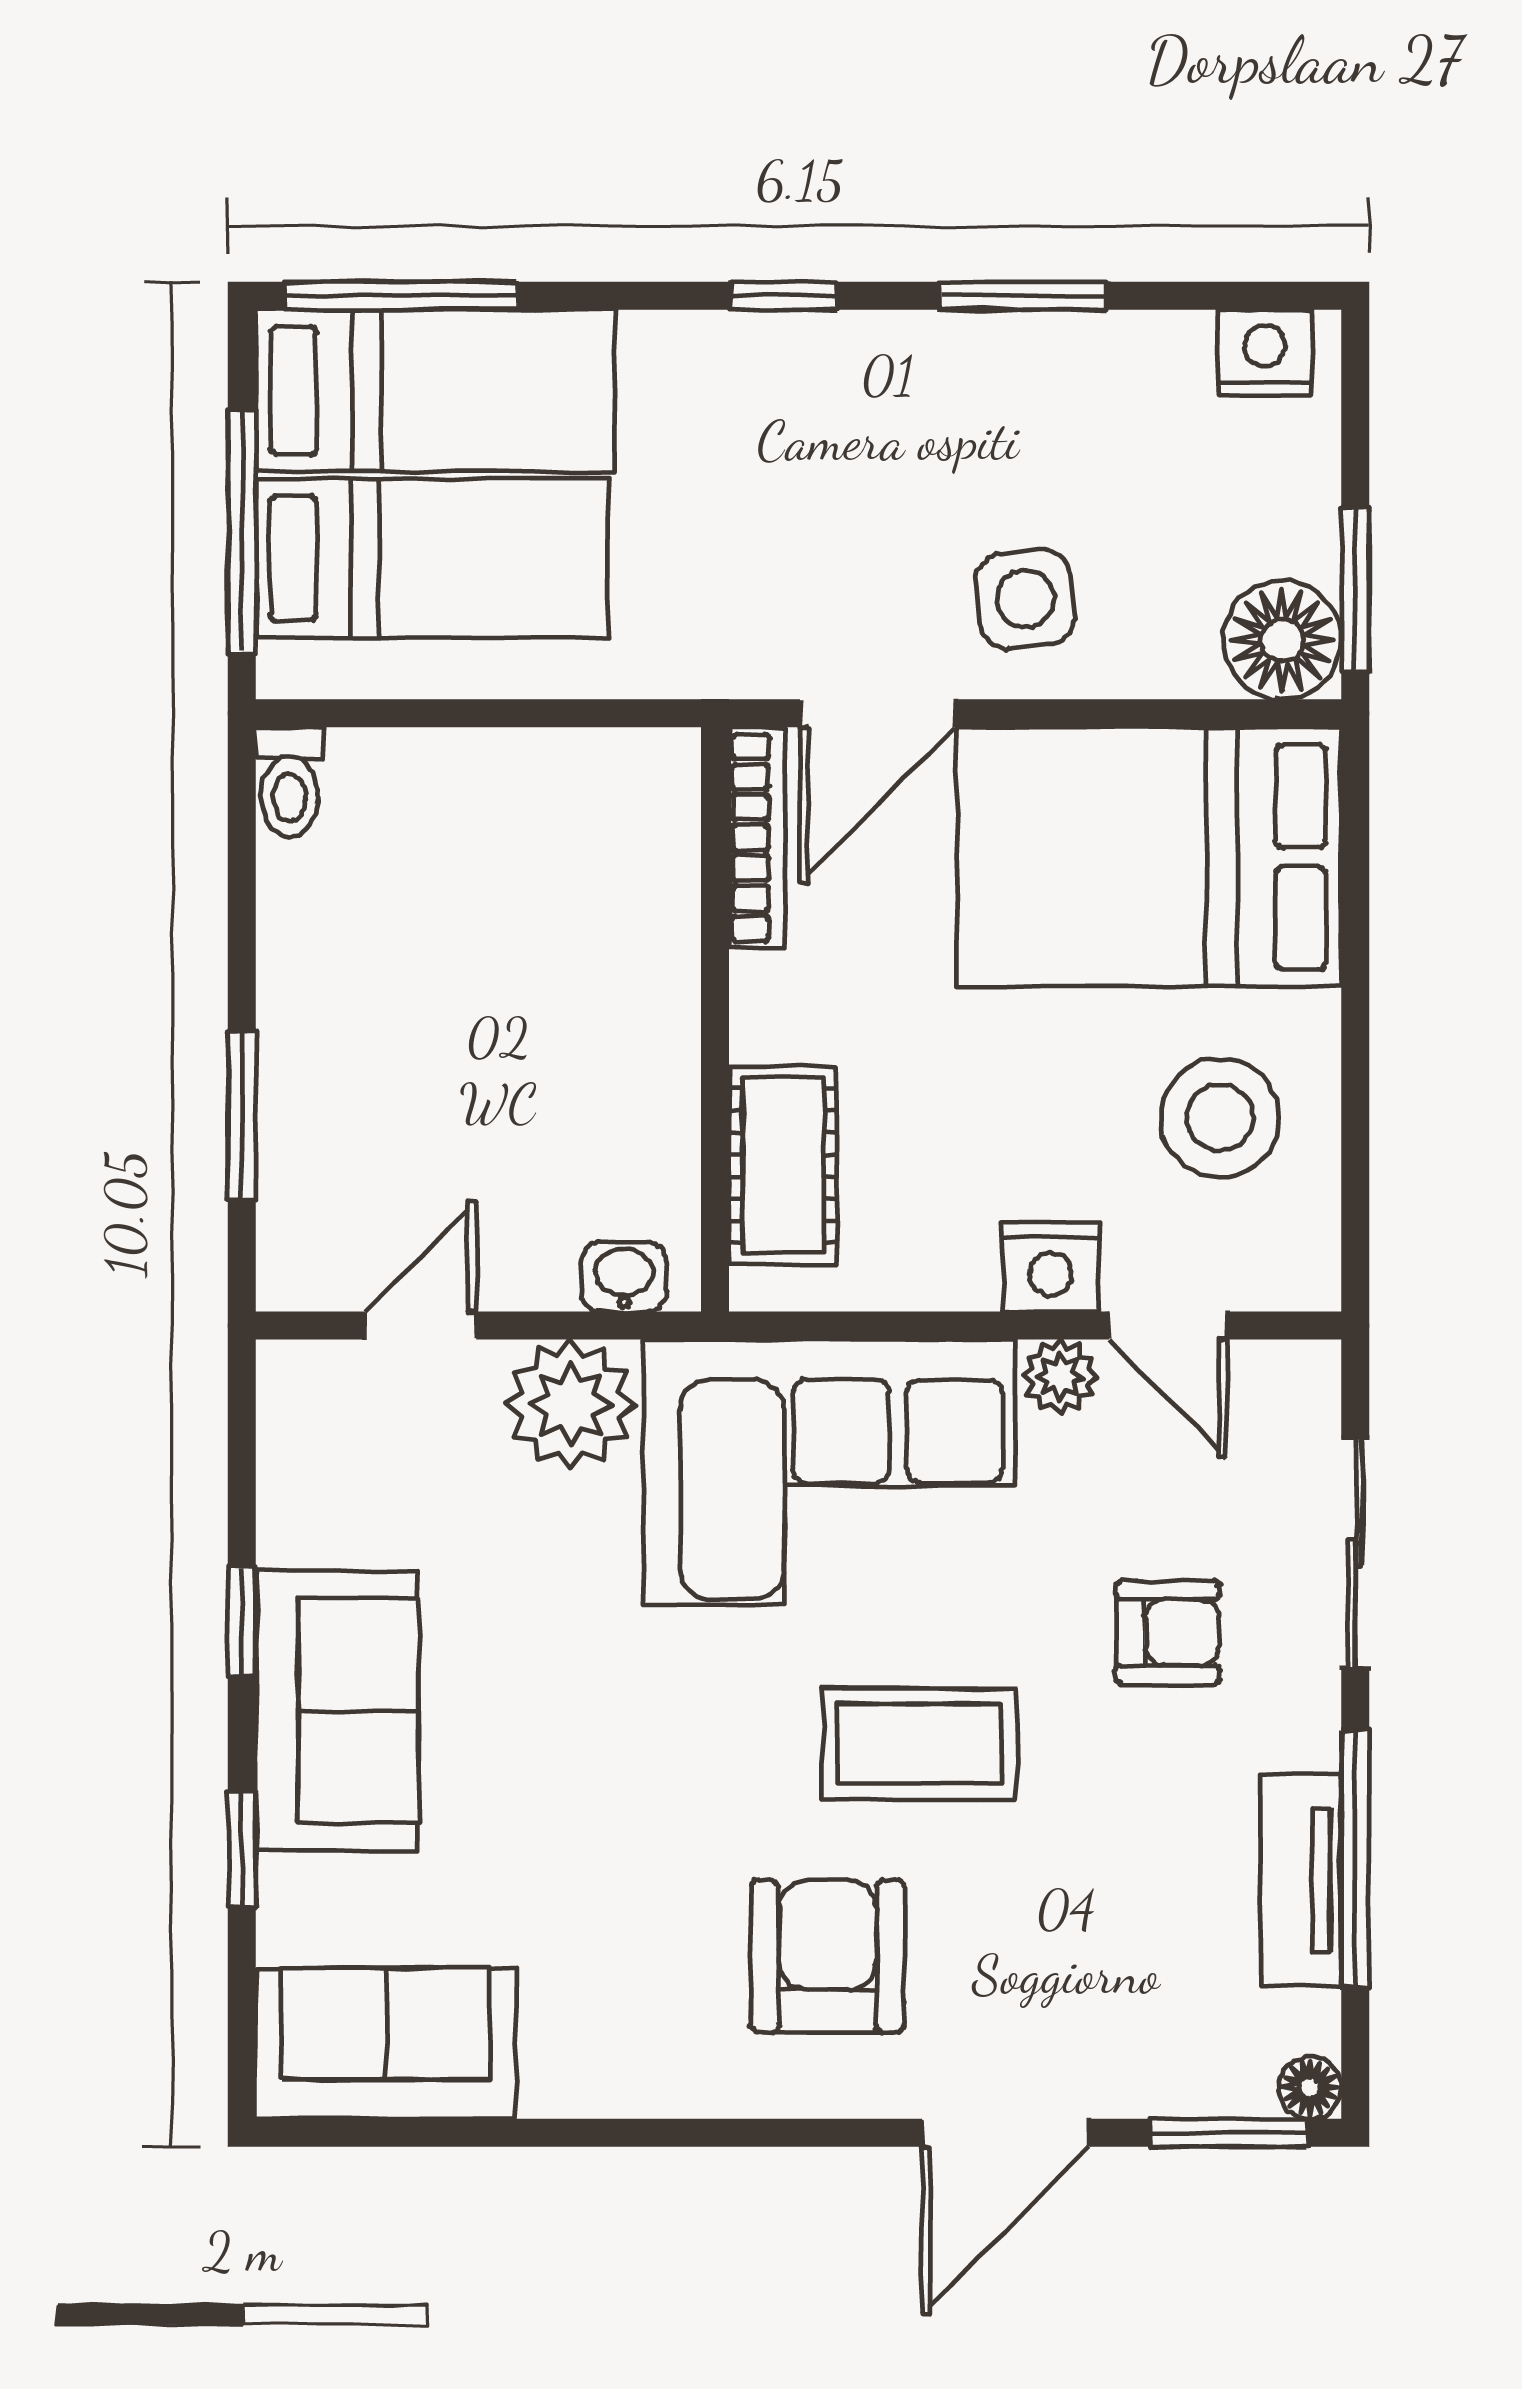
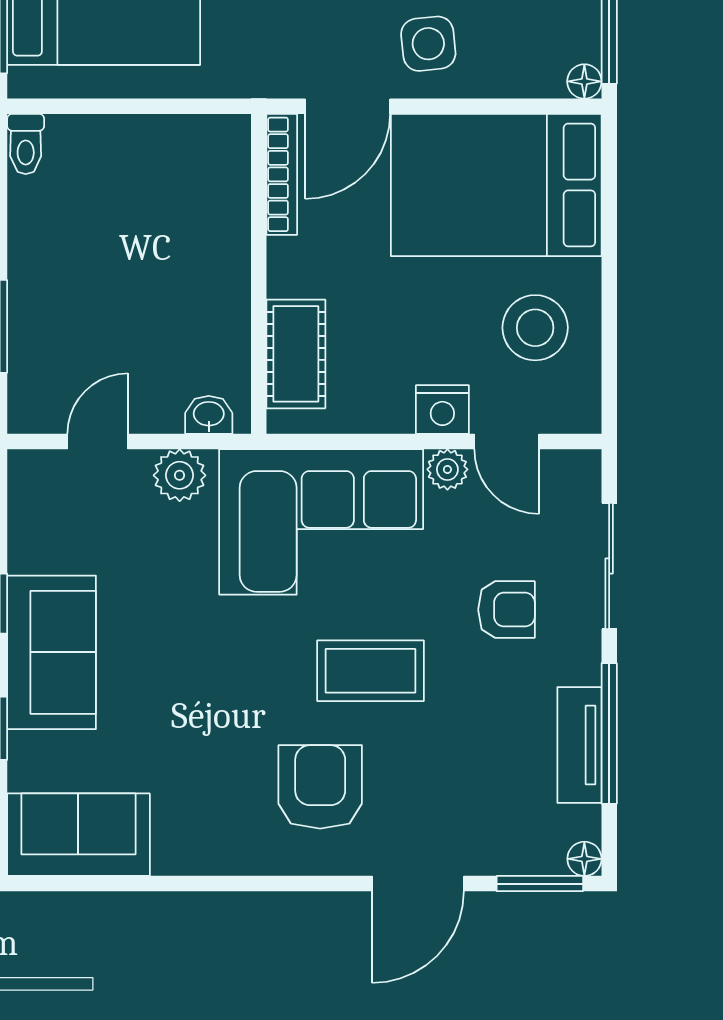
floor lamp: (1282, 640) -> (584, 81), width x0.53, depth x0.53
plant: (571, 1404) -> (180, 475), width x0.73, depth x0.73

